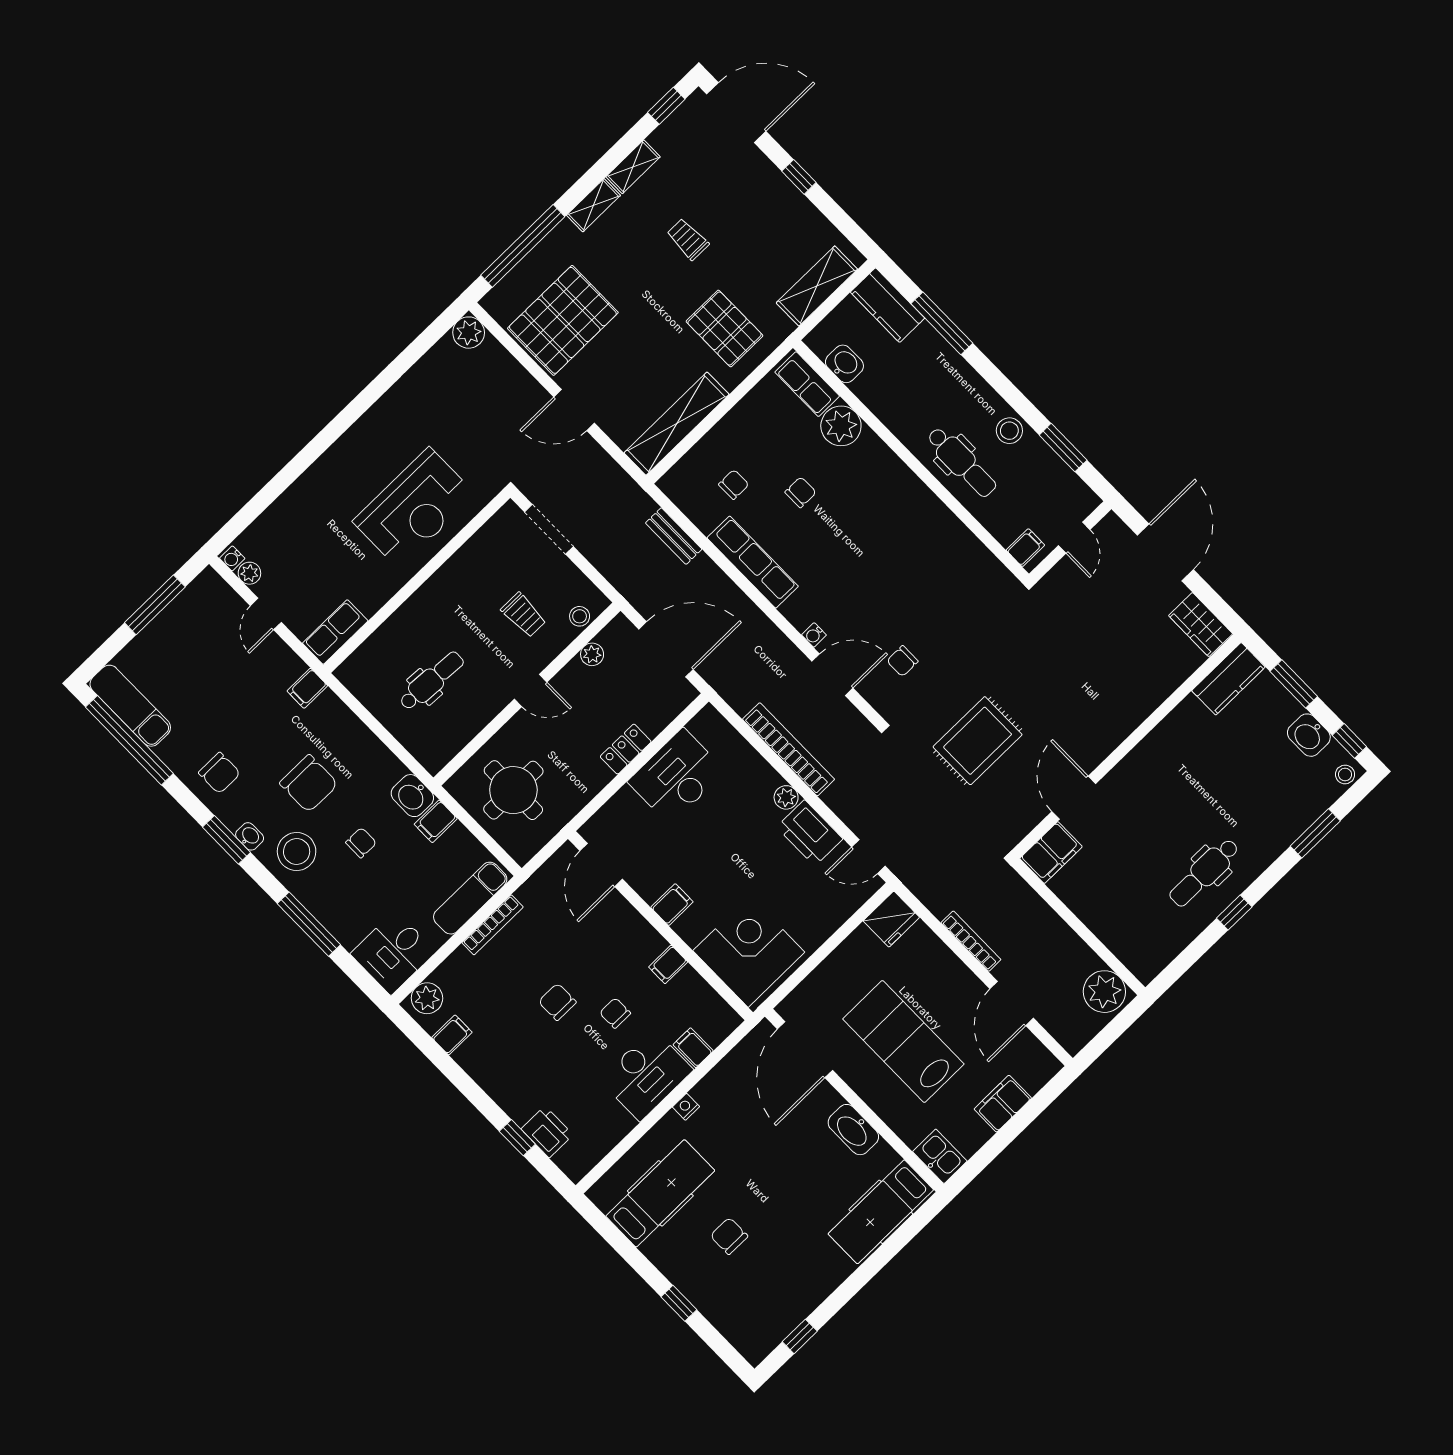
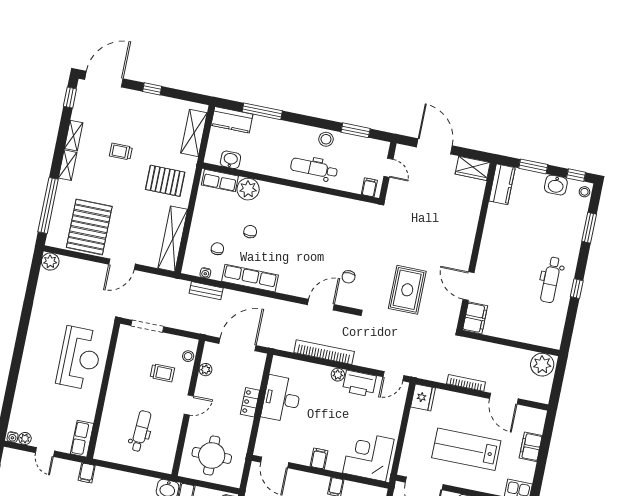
dental chair: (962, 462) -> (314, 168), turned 180
water cooler: (814, 635) -> (205, 273), moved

